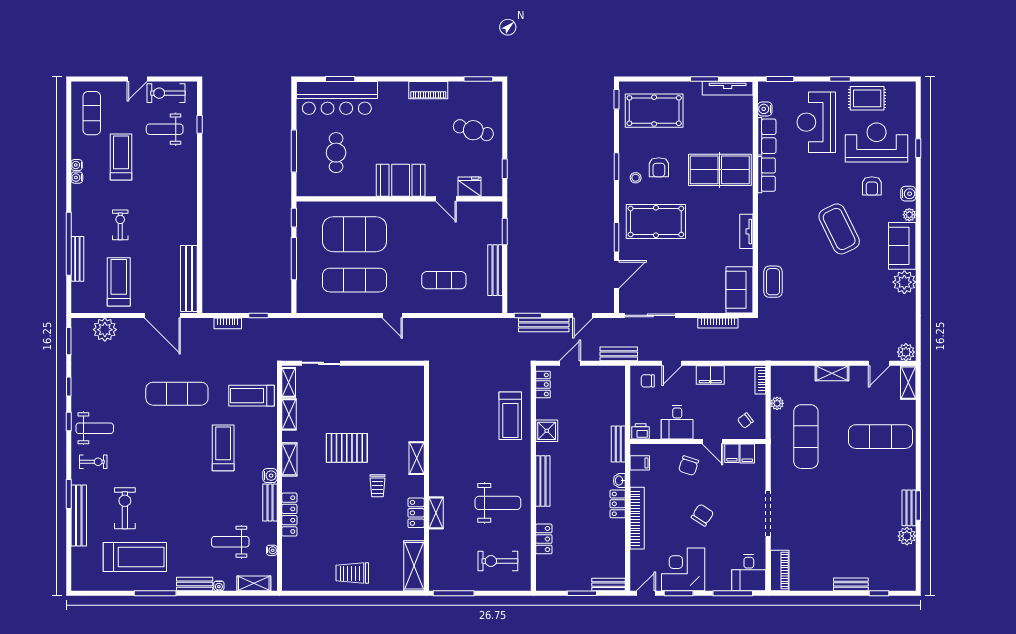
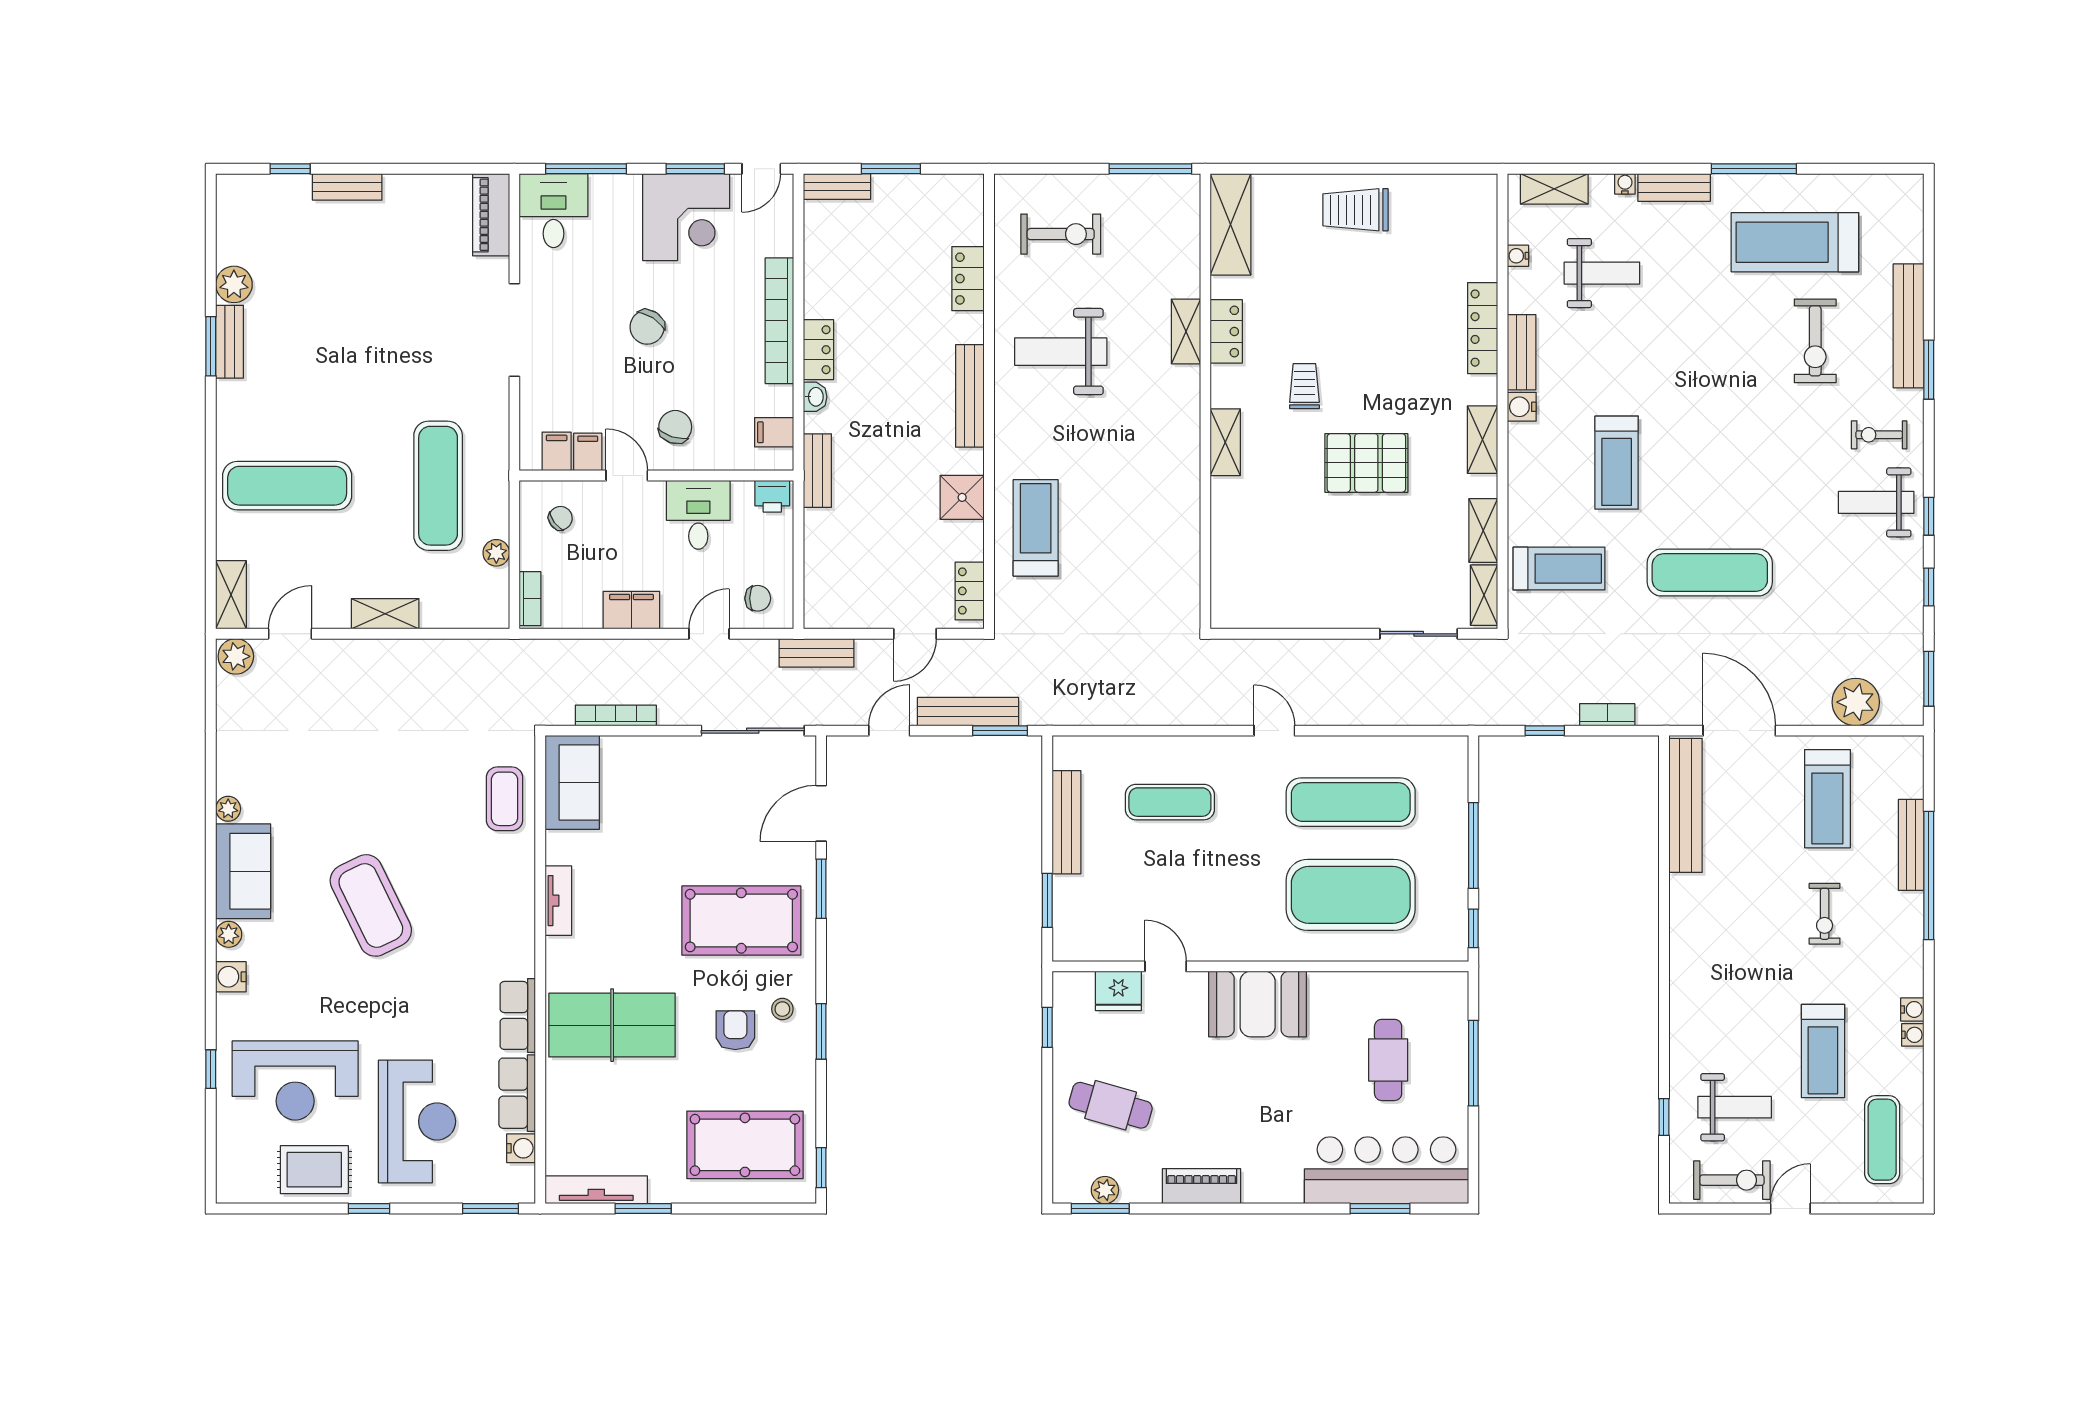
plant: (476, 88) -> (1105, 1190), added
armchair: (872, 186) -> (305, 993), removed
plant: (904, 282) -> (228, 809), width x0.53, depth x0.53
trolley: (352, 573) -> (1356, 210), turned 180

